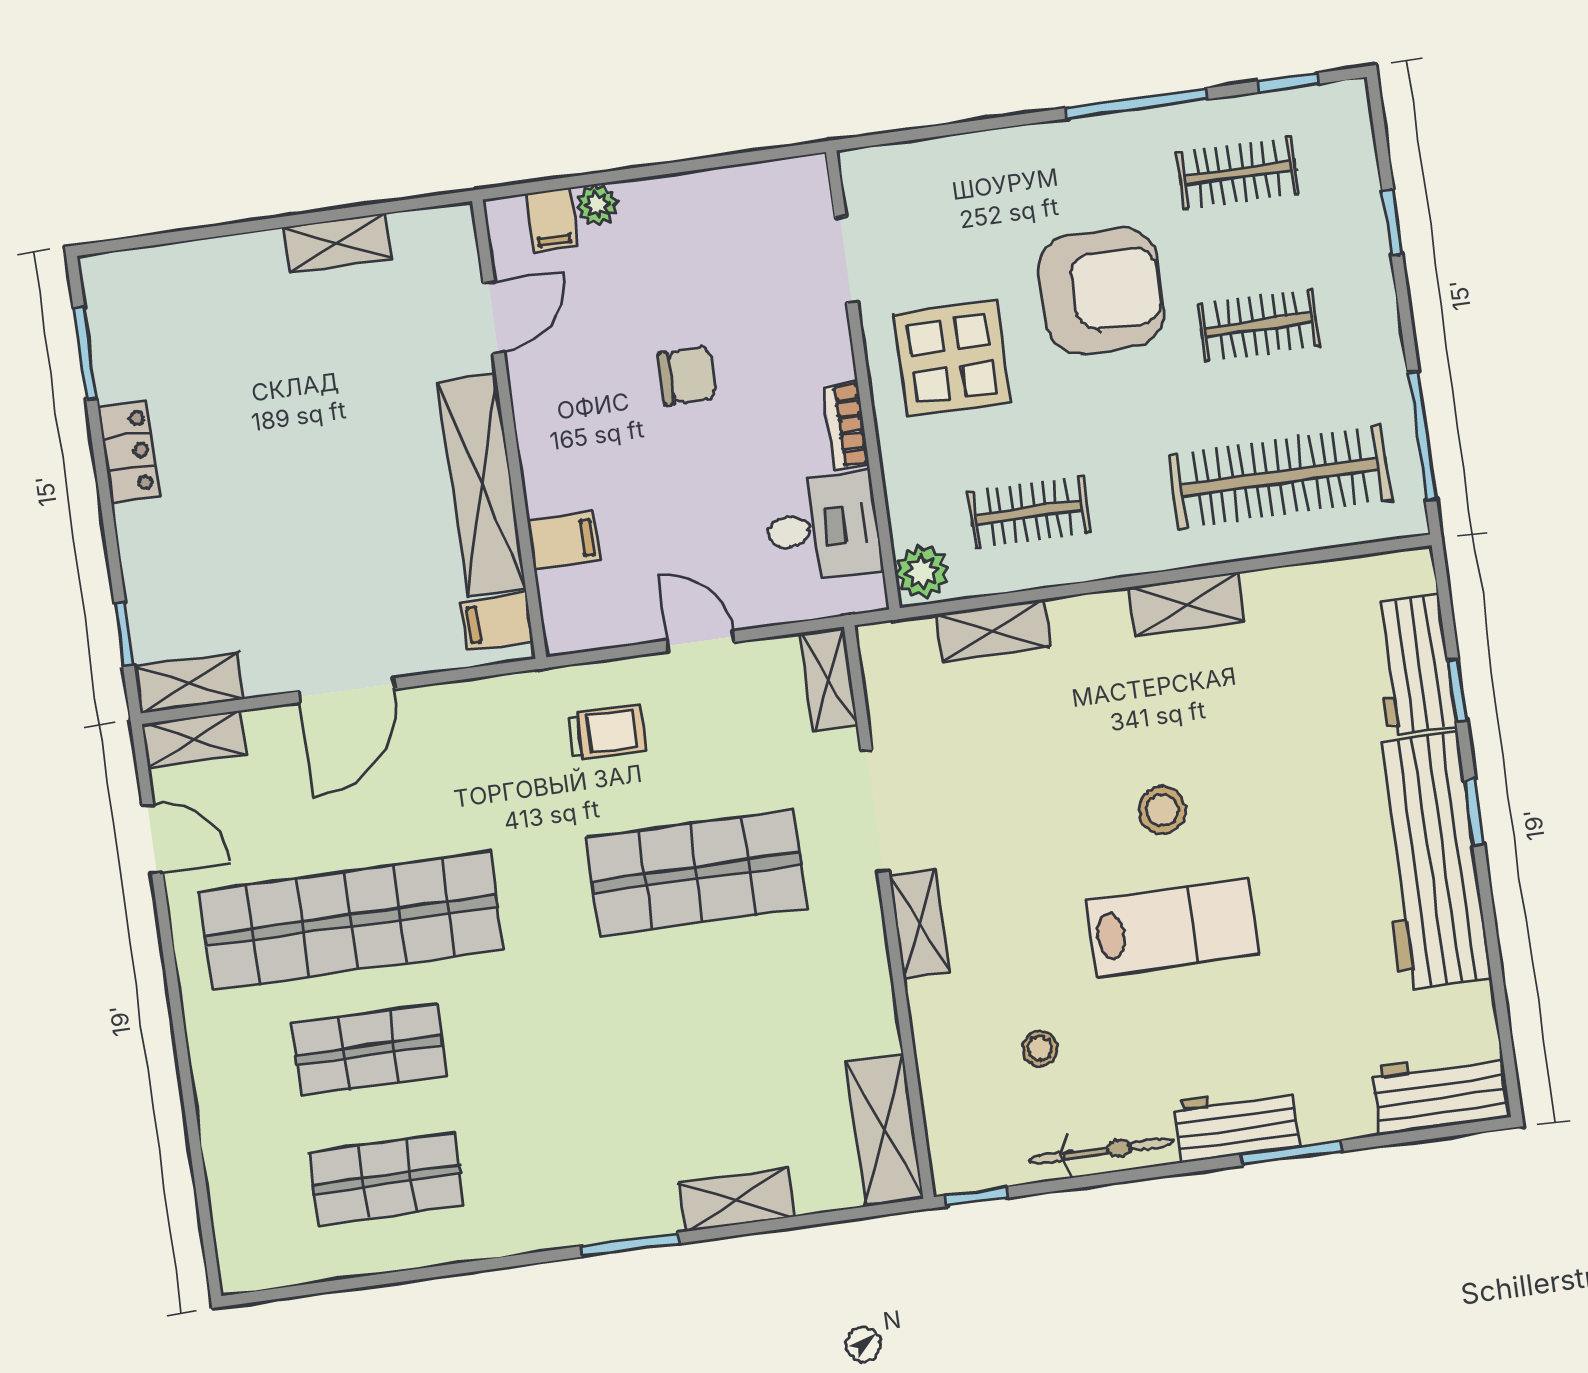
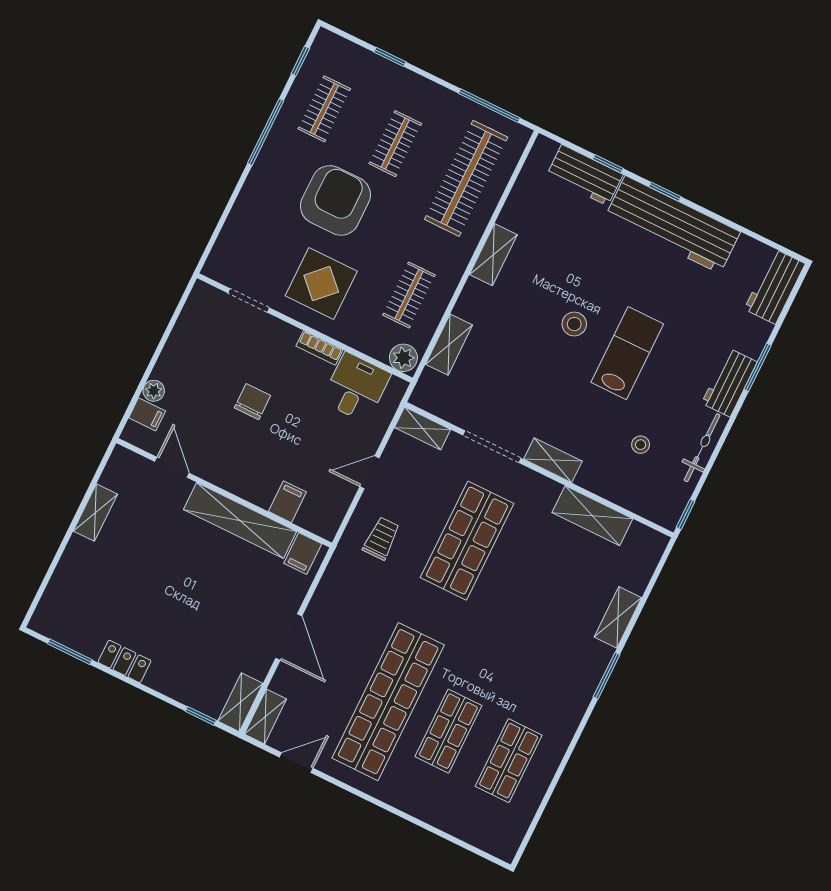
shelving: (884, 1130) -> (592, 516), moved

